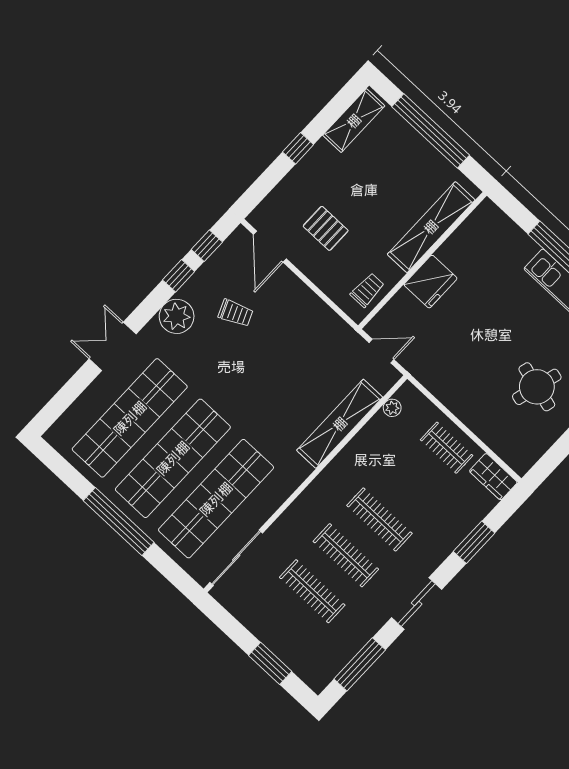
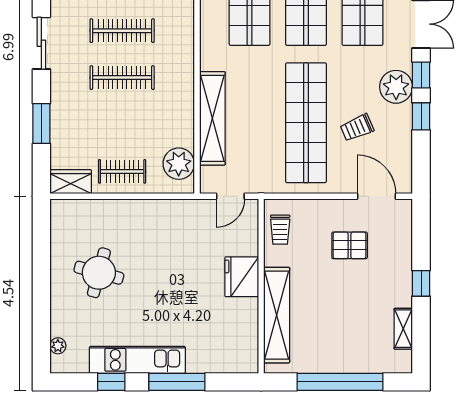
shelving: (354, 121) -> (403, 329), width x0.67, depth x0.75
window: (207, 246) -> (421, 75), moved
shop shelf: (271, 353) -> (306, 123), added
plant: (392, 408) -> (179, 164), width x1.88, depth x1.88

